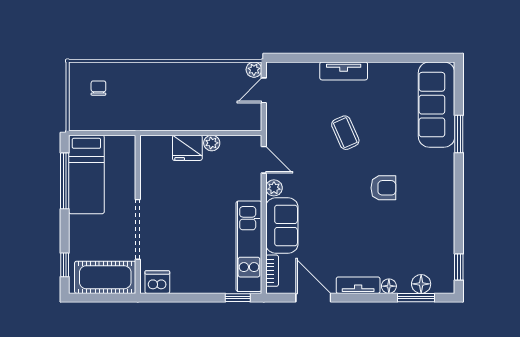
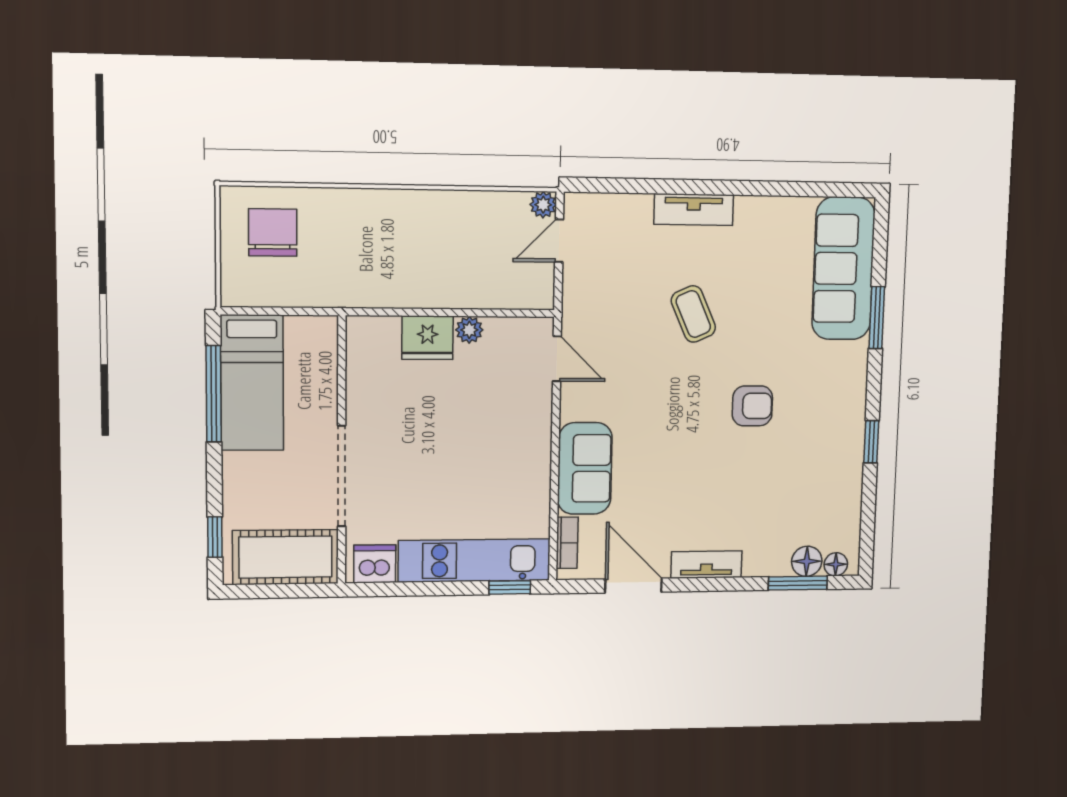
chair: (98, 88) -> (273, 232), width x1.87, depth x1.87
plant: (274, 188) -> (573, 406), removed
kitchen unit: (249, 246) -> (474, 560), moved, turned 90
window: (459, 267) -> (871, 442), moved
floor lamp: (389, 286) -> (836, 564), moved

